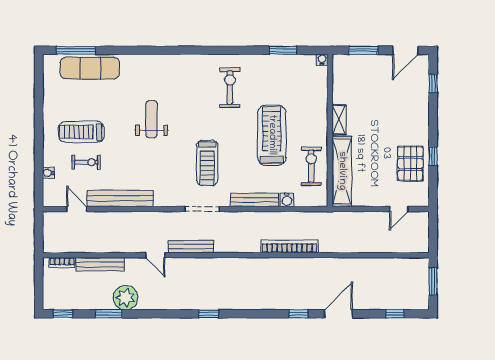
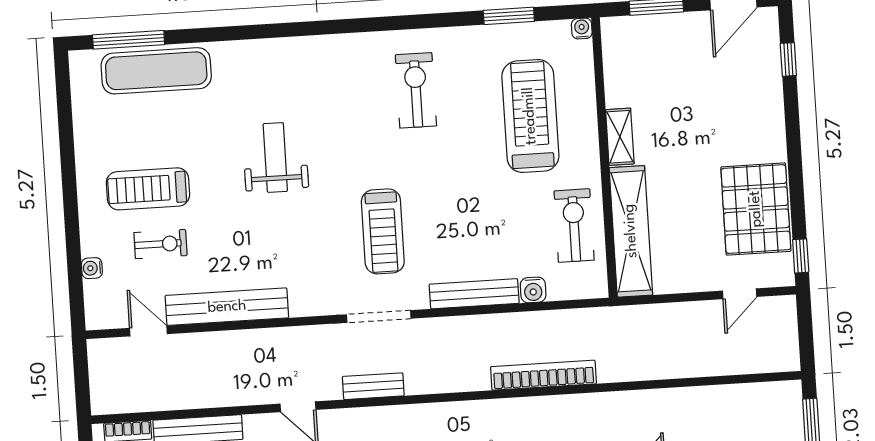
treadmill: (272, 135) -> (530, 116), moved
window: (433, 156) -> (801, 256), moved
pallet: (410, 164) -> (756, 209), width x1.37, depth x1.41
bench: (191, 247) -> (373, 386), width x0.73

